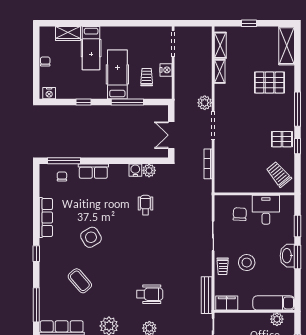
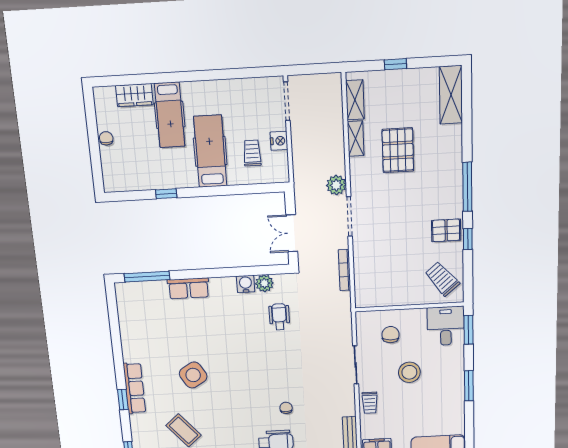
pallet: (269, 83) -> (398, 150), moved, turned 90
nightstand: (49, 93) -> (117, 184), removed
window: (127, 102) -> (228, 190), removed
chair: (62, 176) -> (286, 408), moved
wheelchair: (145, 205) -> (279, 317), moved
desk: (266, 210) -> (446, 326), moved
row of seats: (46, 218) -> (134, 388), moved
window: (297, 226) -> (468, 330), moved
washbasin: (287, 256) -> (455, 385), removed
stool: (247, 263) -> (409, 372), moved

